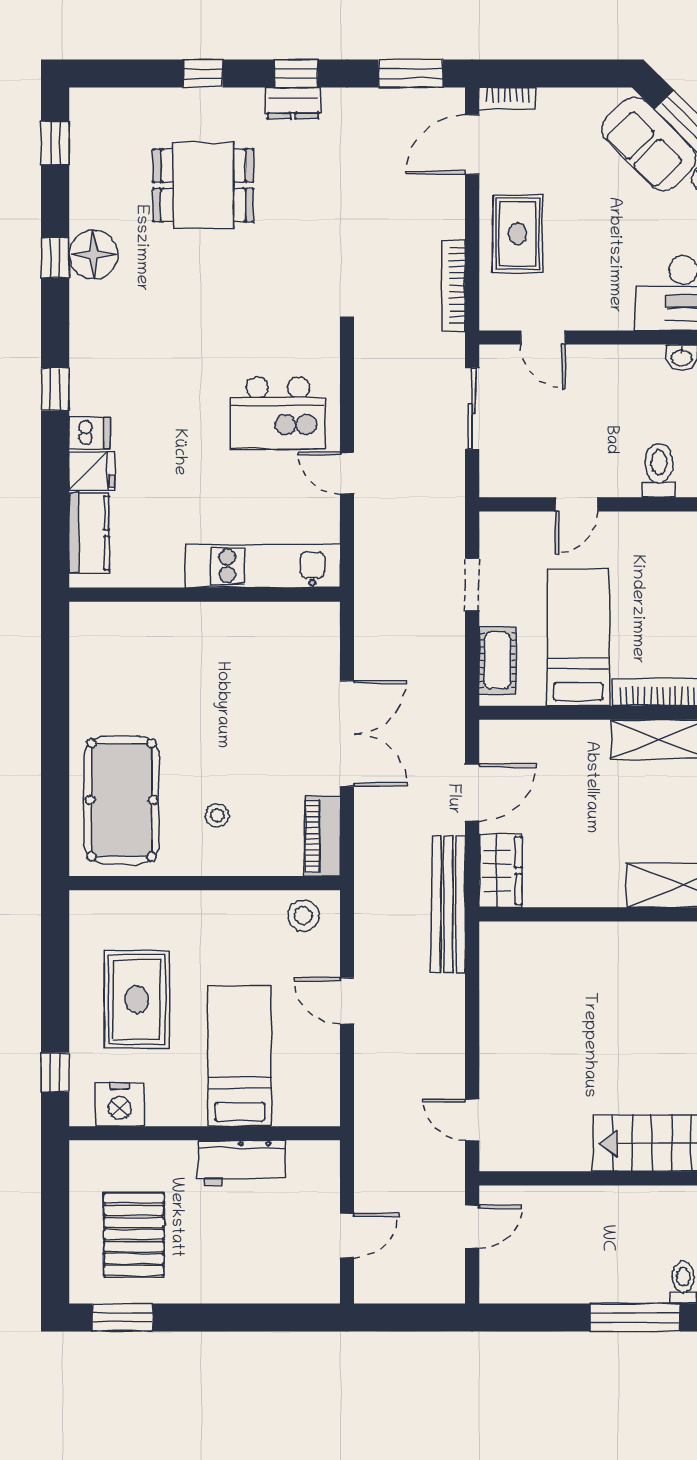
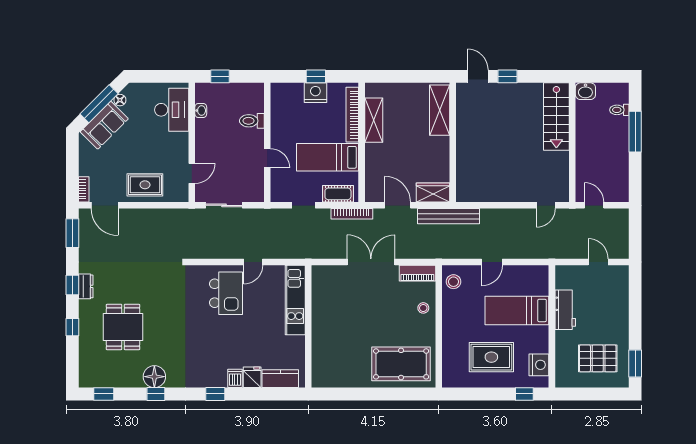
bookcase: (453, 286) -> (352, 214), moved
stool: (217, 815) -> (423, 308), moved

